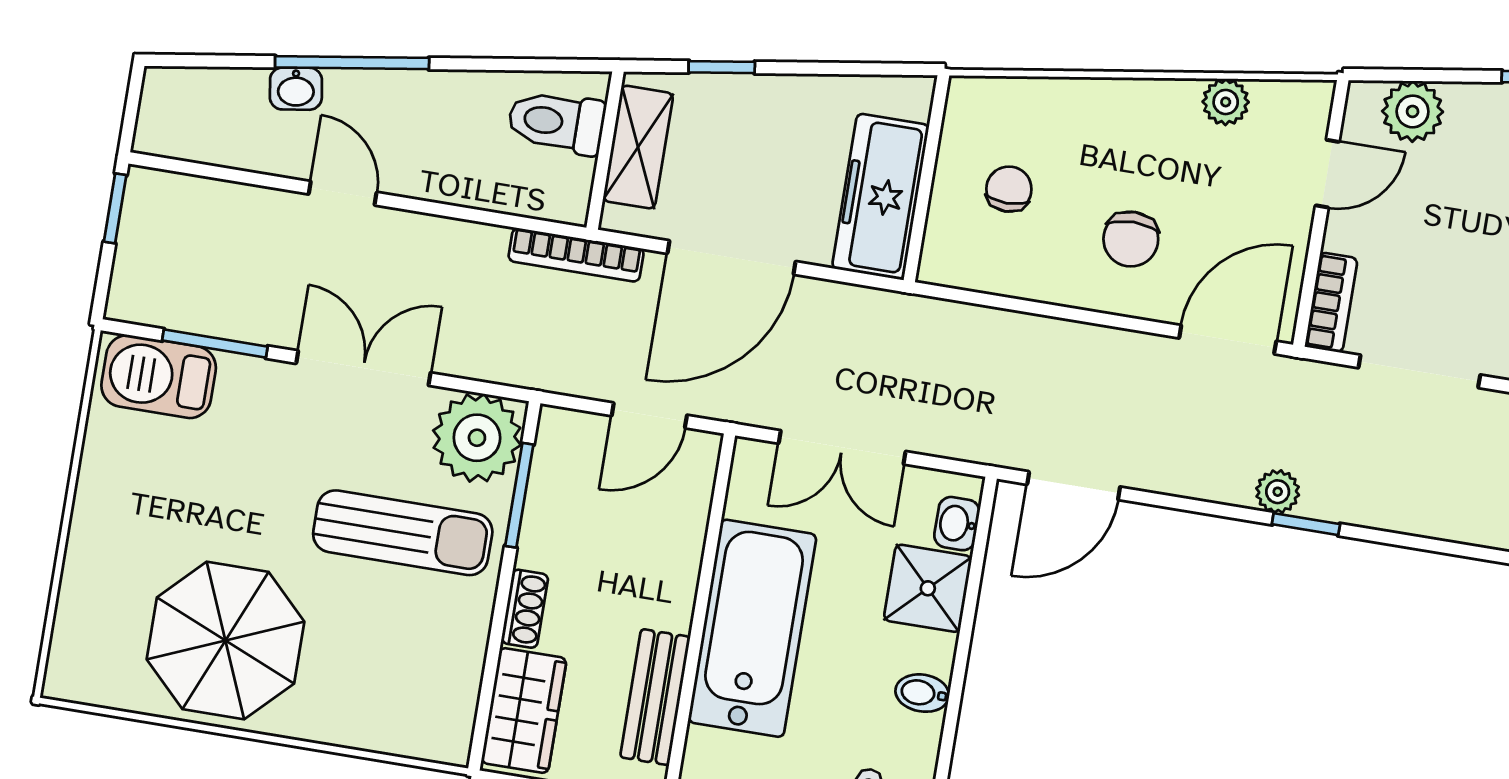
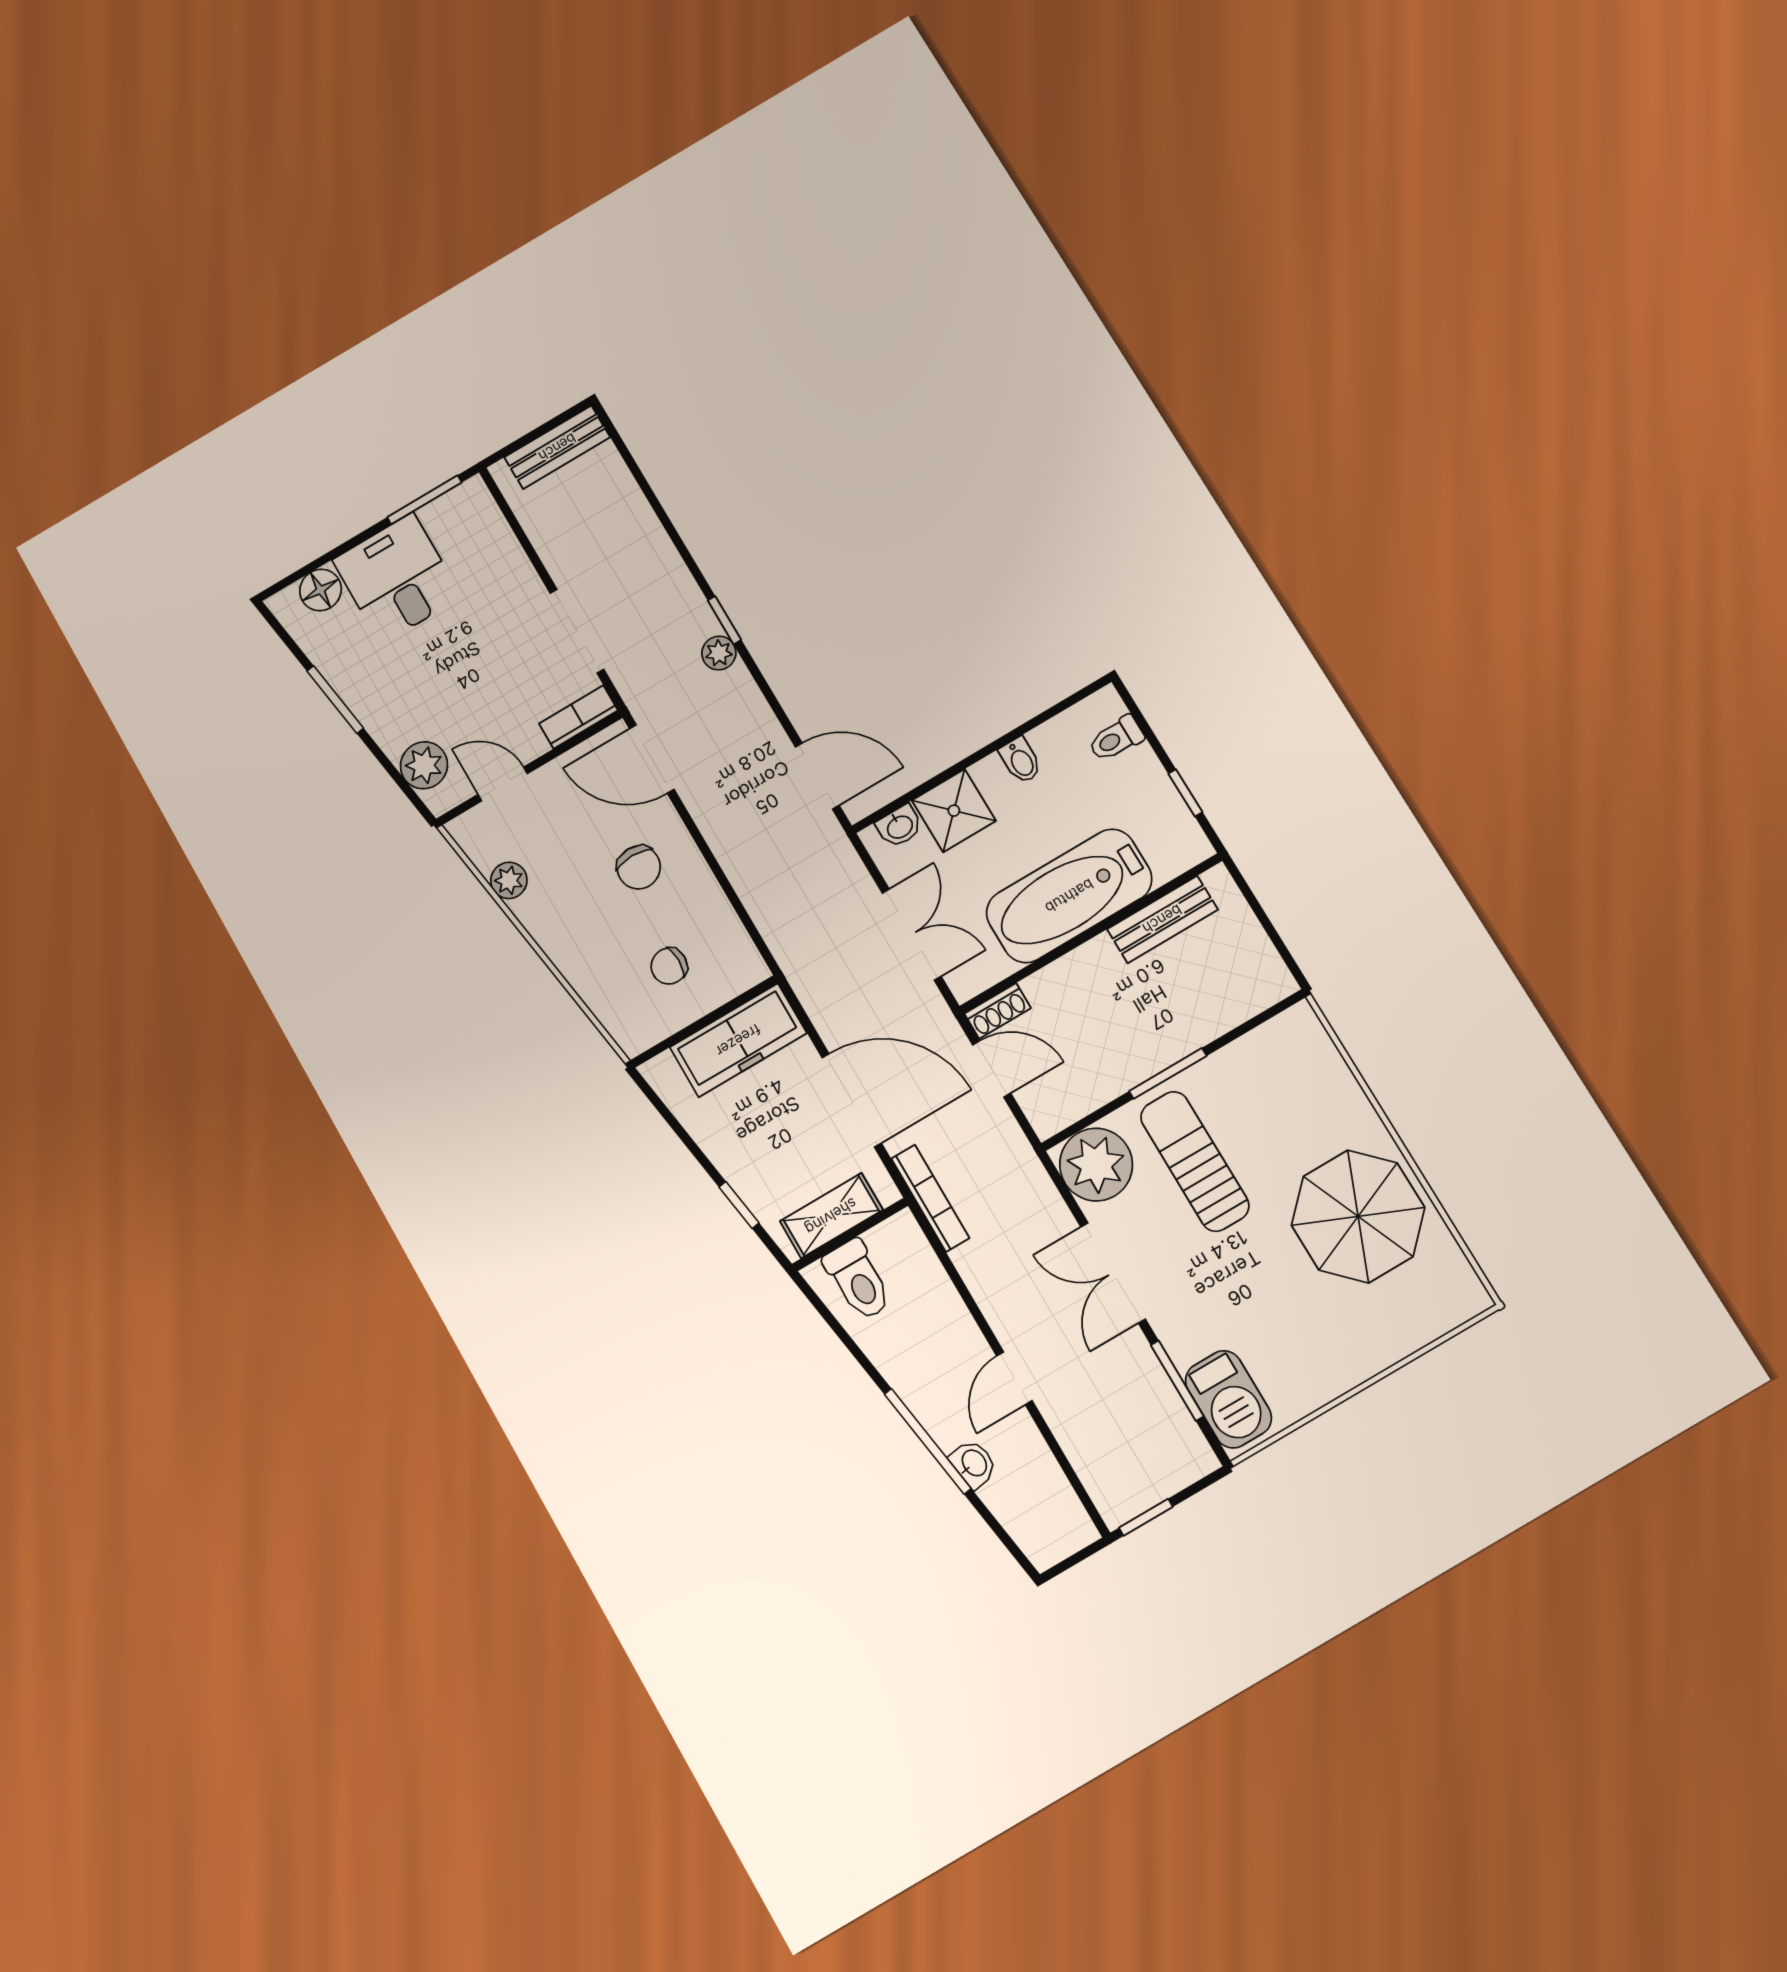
chair: (1131, 239) -> (639, 867), turned 90
window: (519, 495) -> (1168, 1073), moved
shoe rack: (525, 609) -> (998, 1011), moved, turned 180
wardrobe: (524, 711) -> (1240, 993), removed

